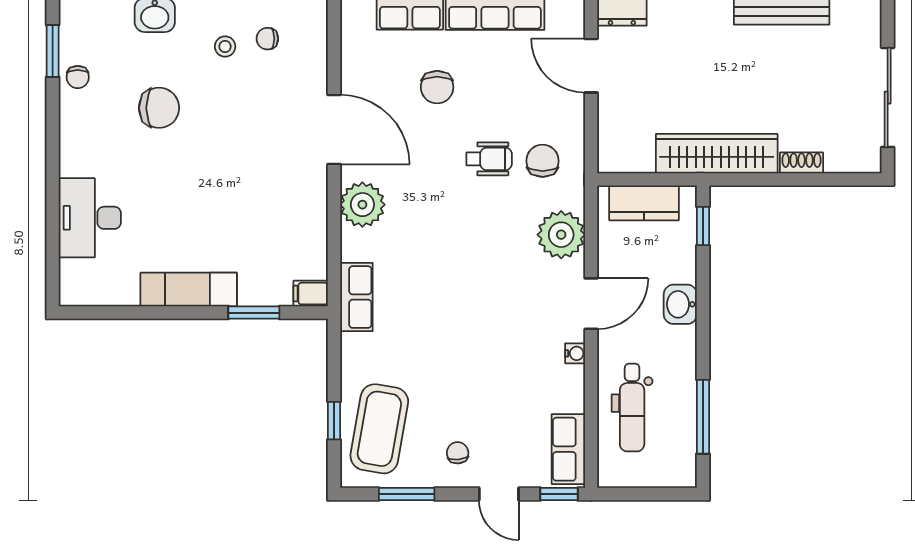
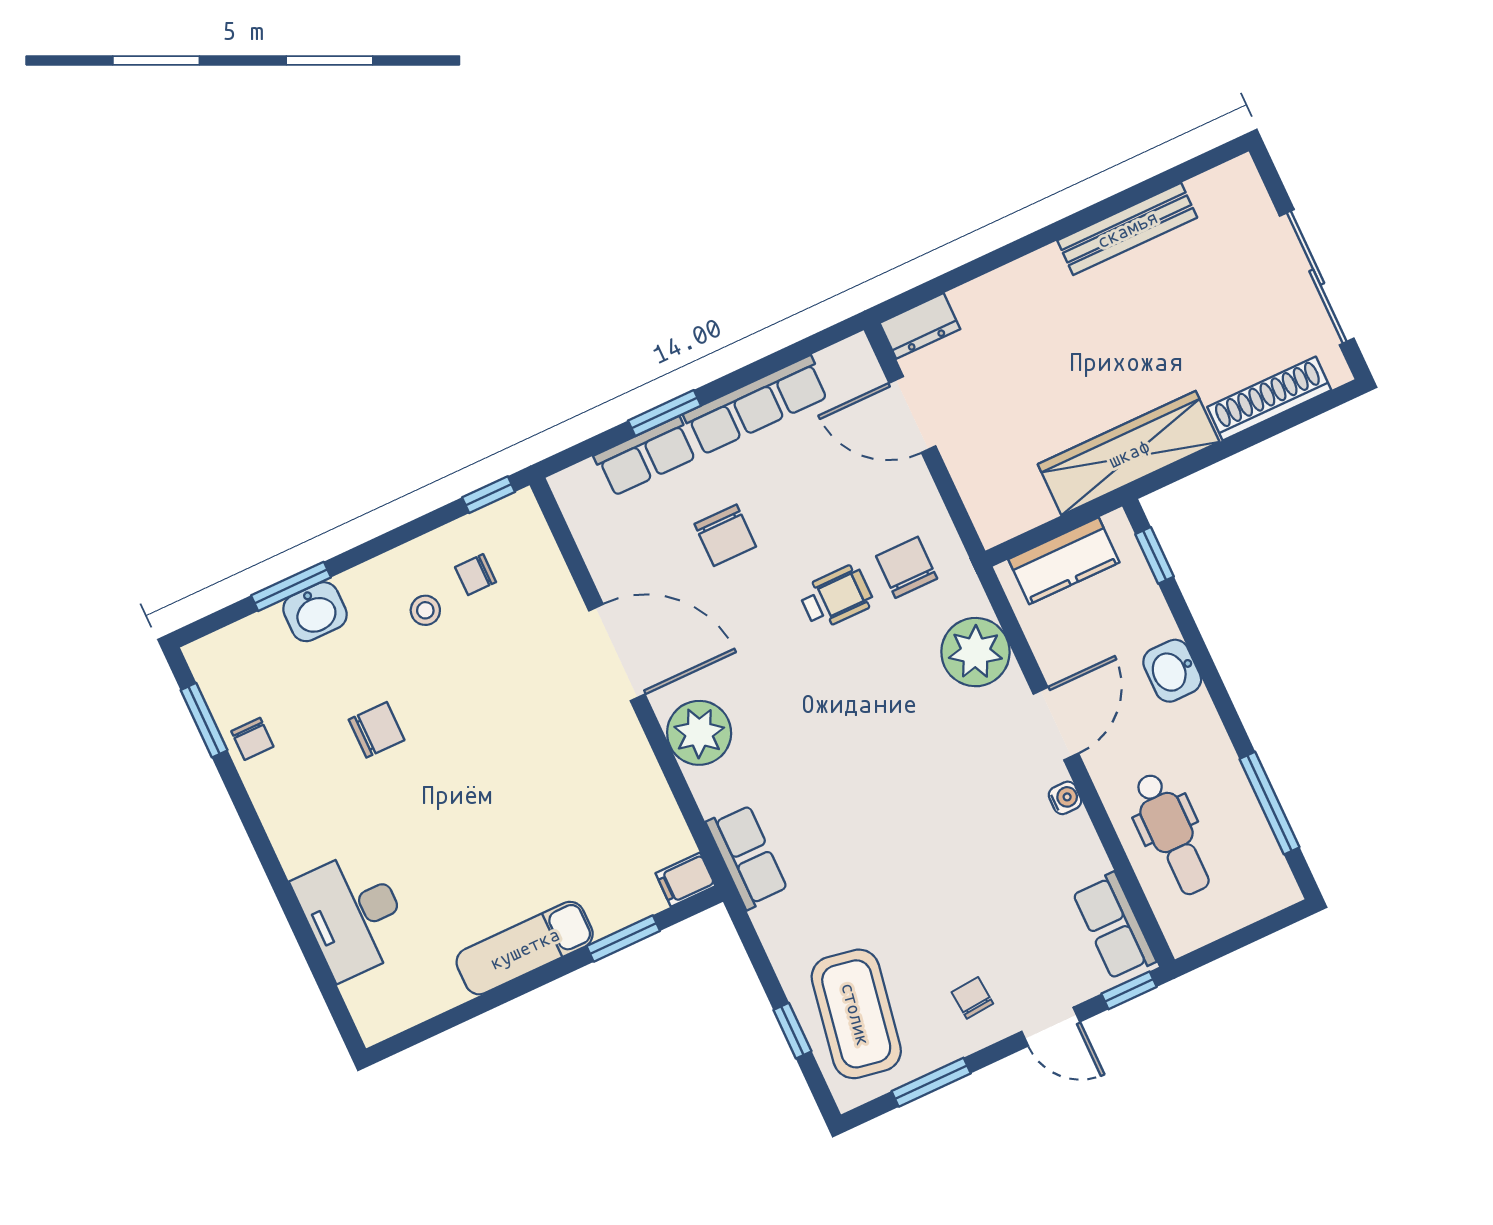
chair: (159, 108) -> (377, 730), width x0.73, depth x0.73
shoe rack: (801, 163) -> (1269, 398), width x1.94, depth x1.24

